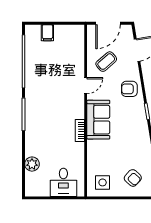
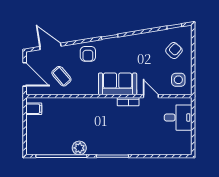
filing cabinet: (47, 33) -> (34, 109), moved
door: (86, 86) -> (151, 96), moved
plant: (32, 164) -> (79, 148), moved

